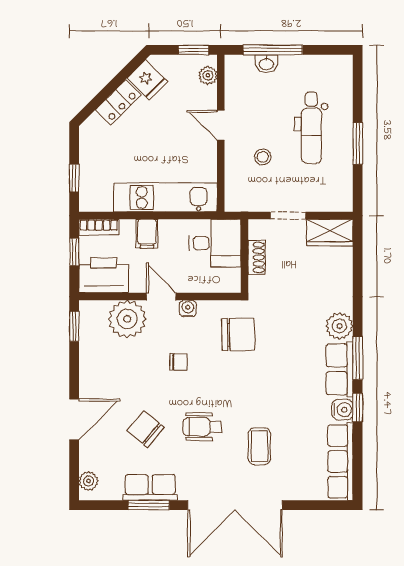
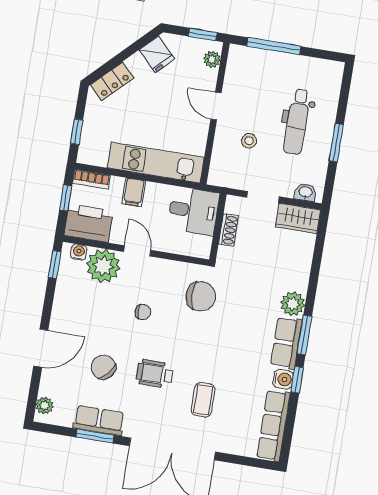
washbasin: (266, 64) -> (306, 192), moved, turned 180
locker: (118, 102) -> (112, 81), moved
water cooler: (188, 309) -> (79, 252), moved

